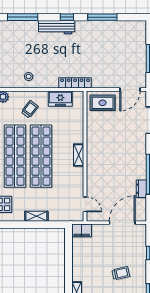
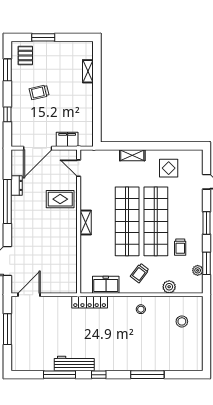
workbench: (57, 27) -> (74, 363), moved
rug: (103, 103) -> (60, 199), moved
filing cabinet: (82, 230) -> (67, 139), moved

